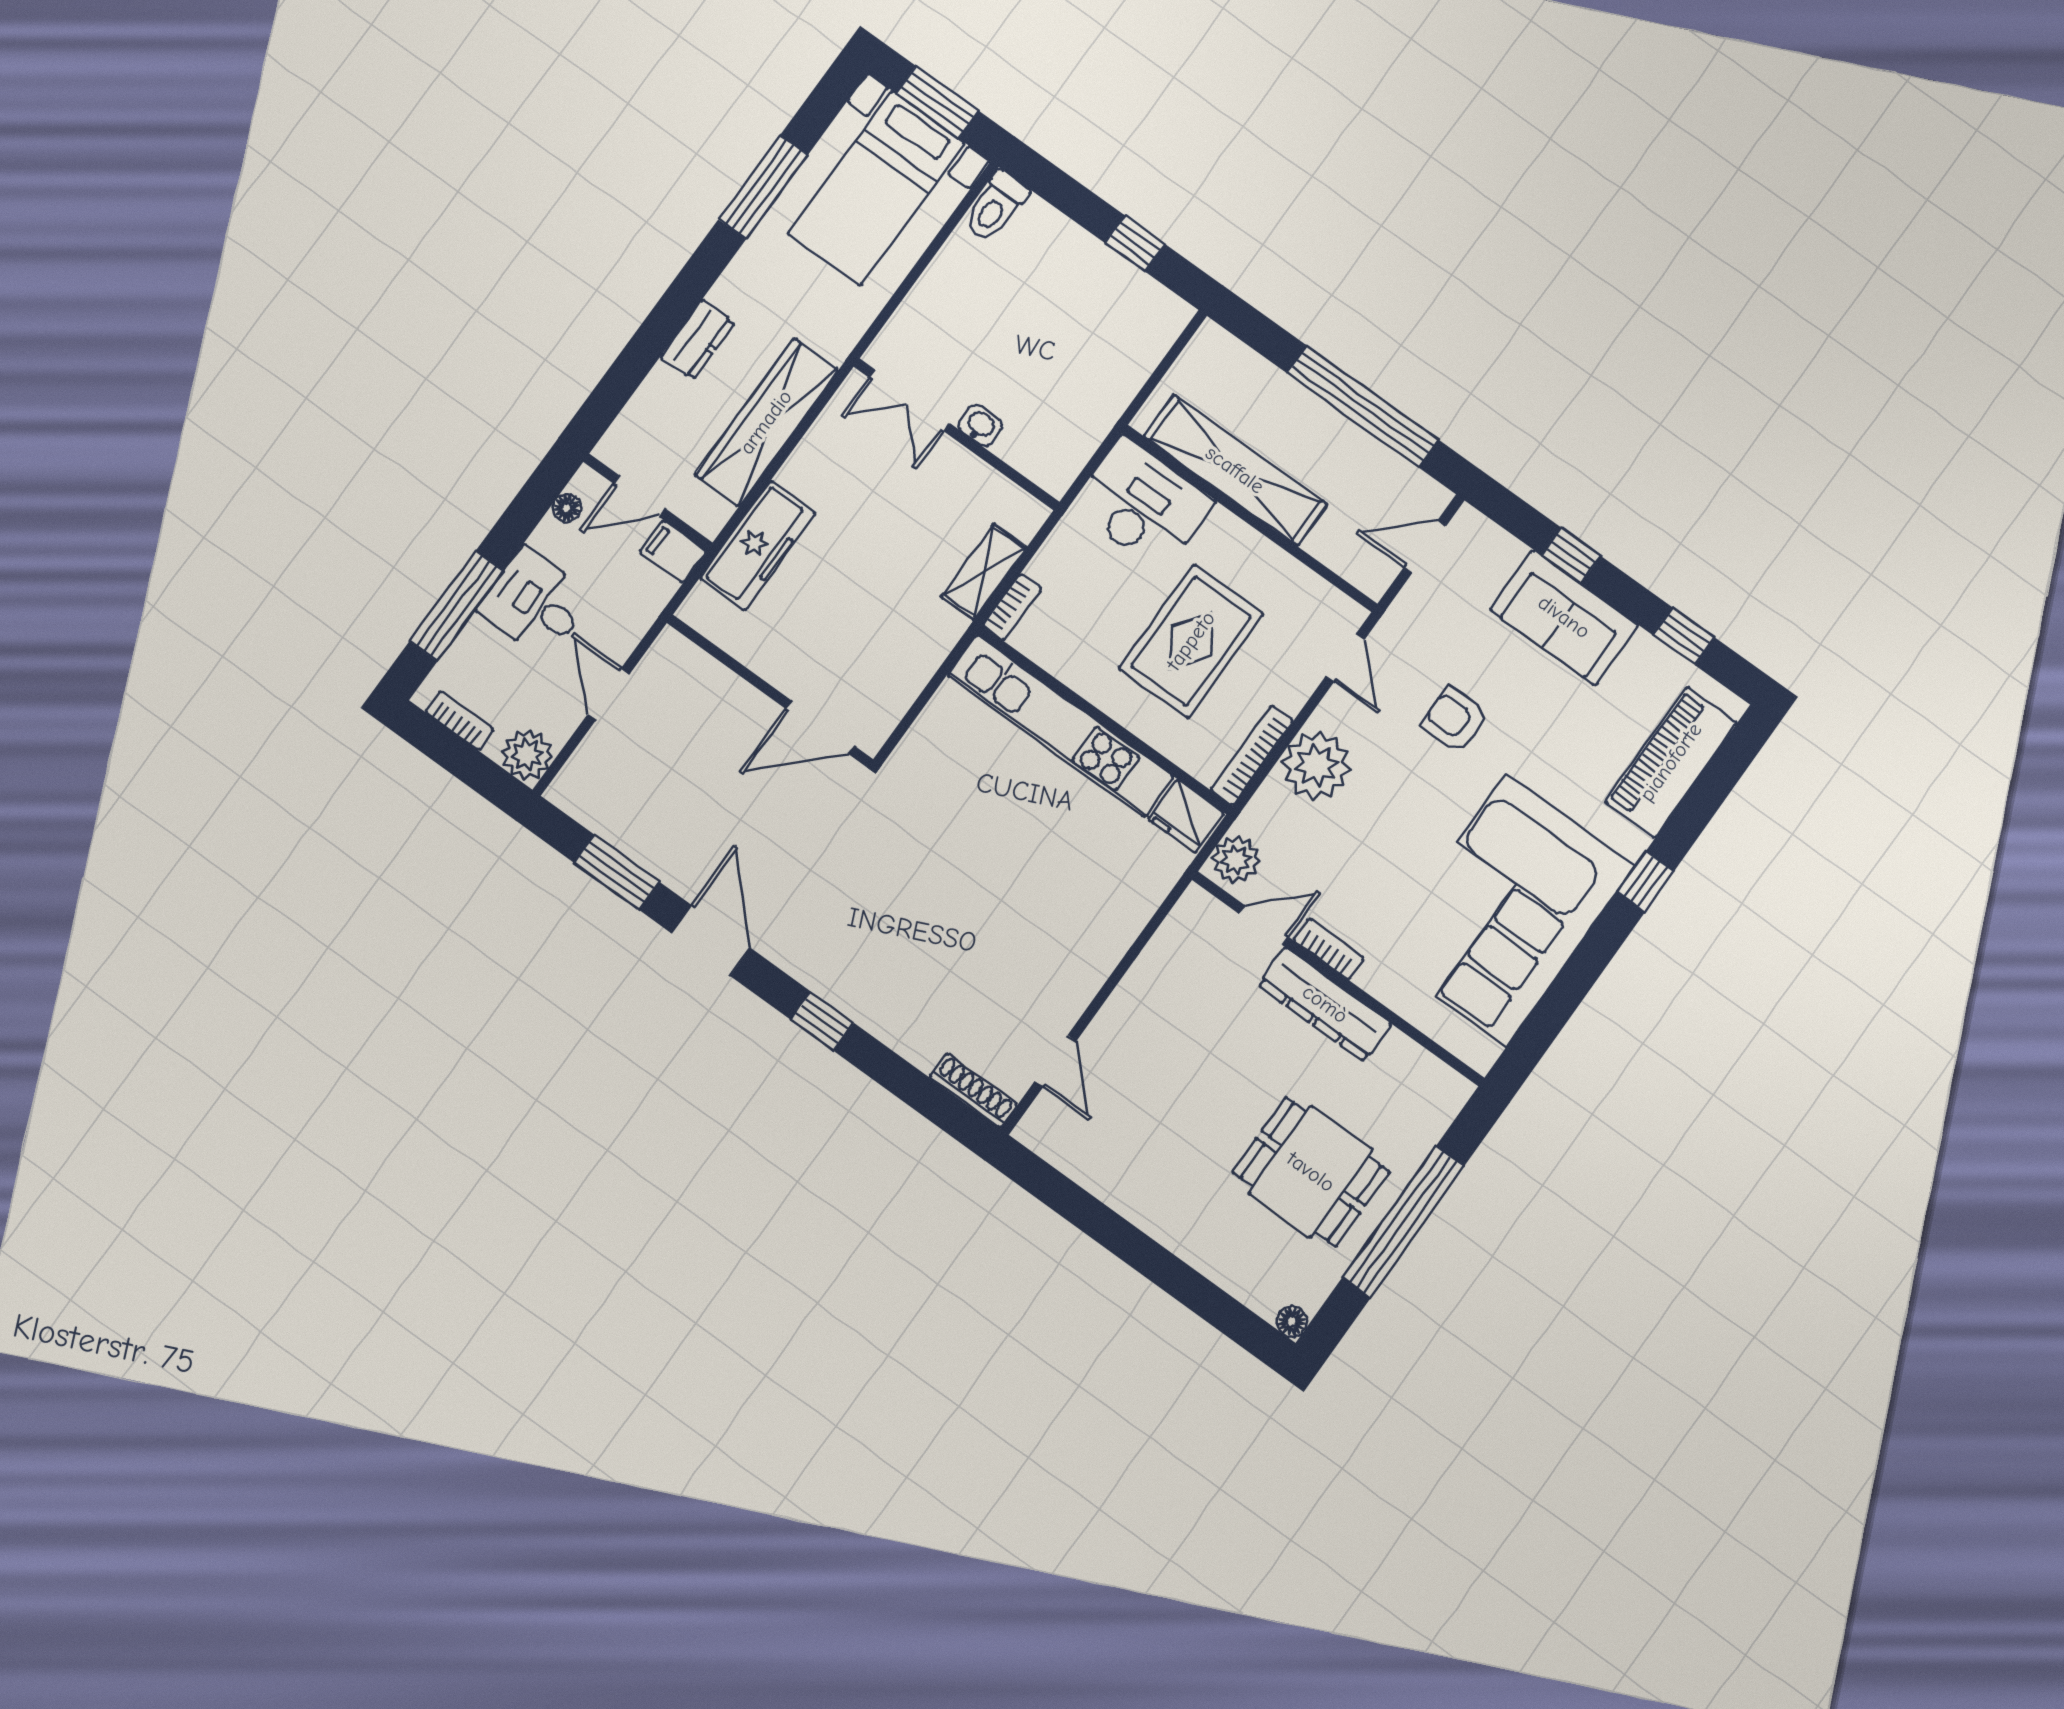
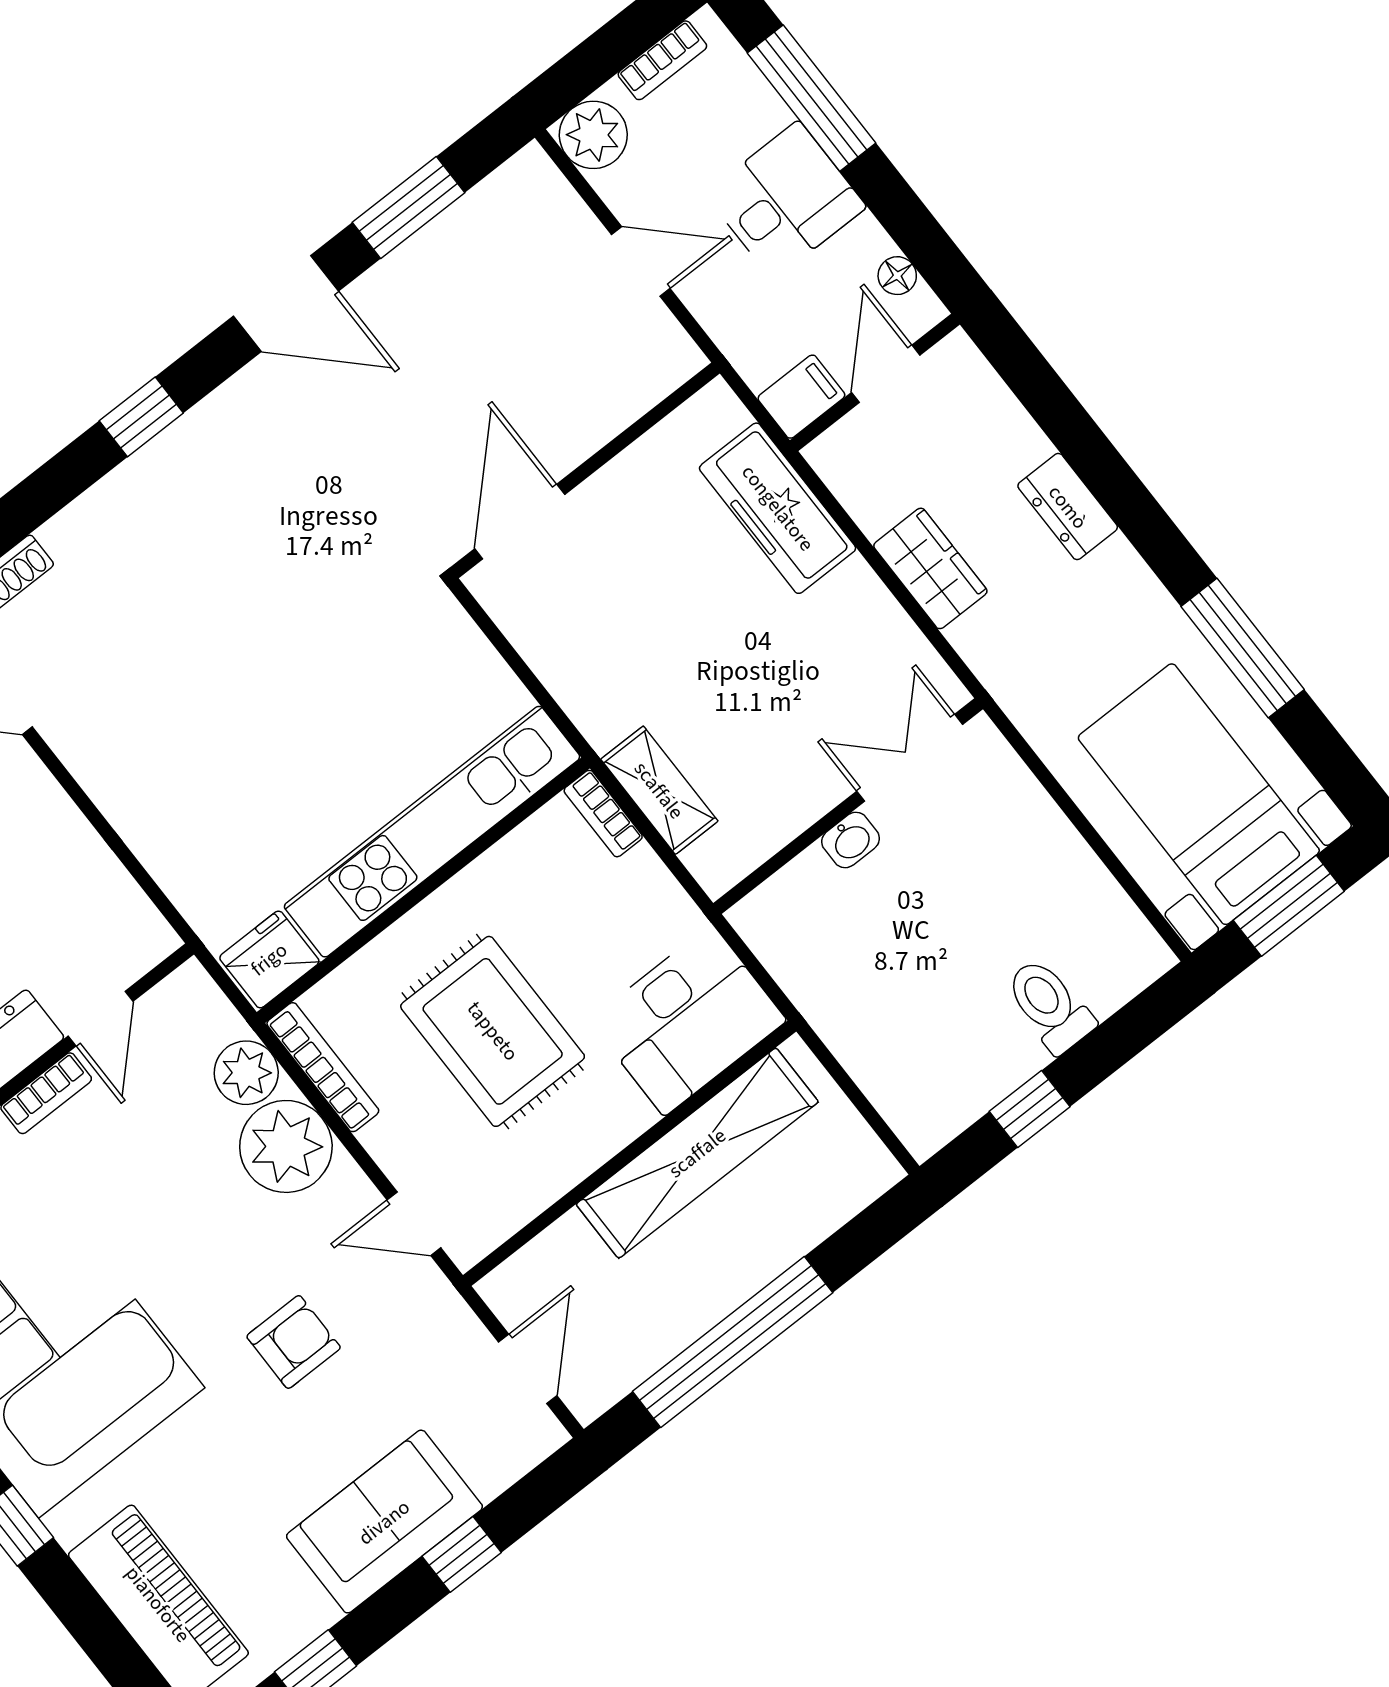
toilet: (996, 207) -> (1049, 1005), moved
wardrobe: (766, 422) -> (930, 568), width x0.48, depth x0.85
plant: (1236, 860) -> (246, 1073), moved

